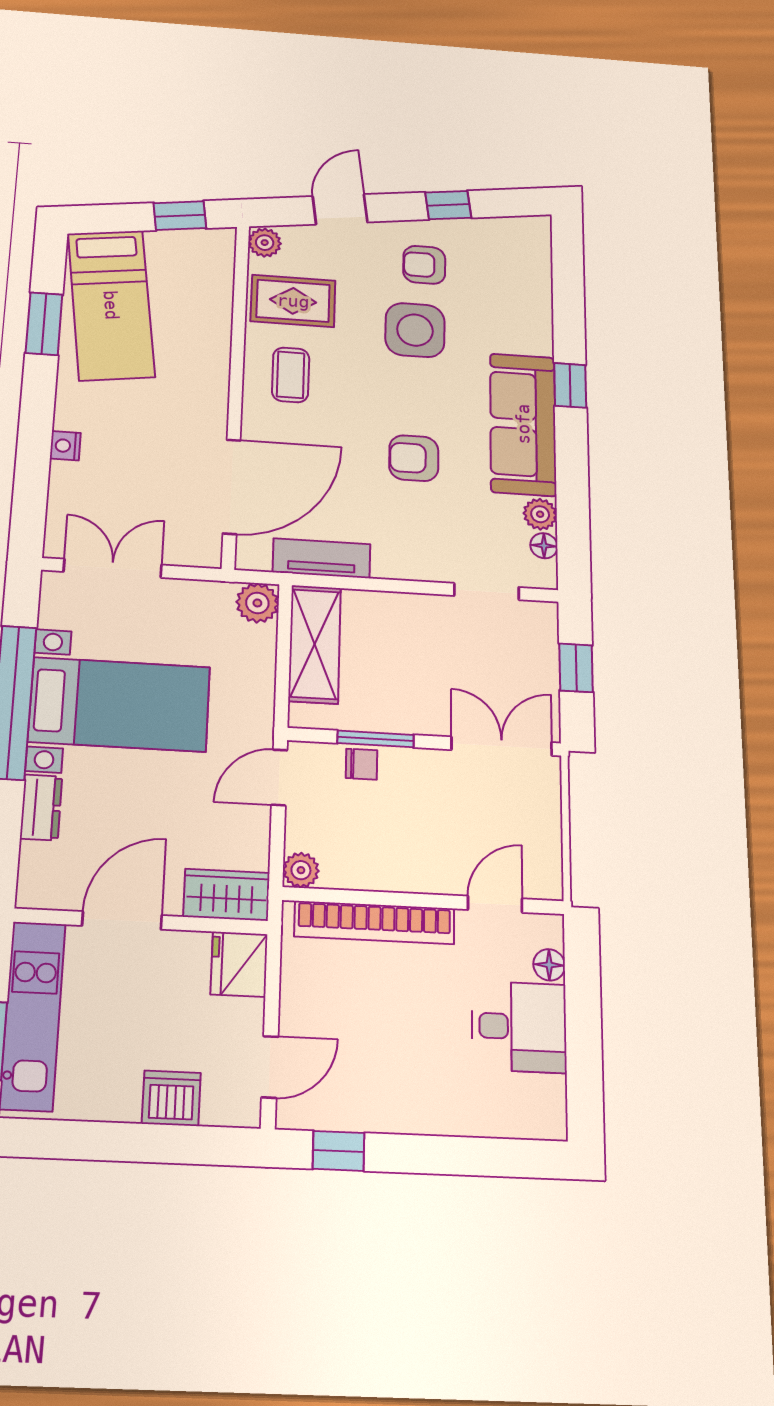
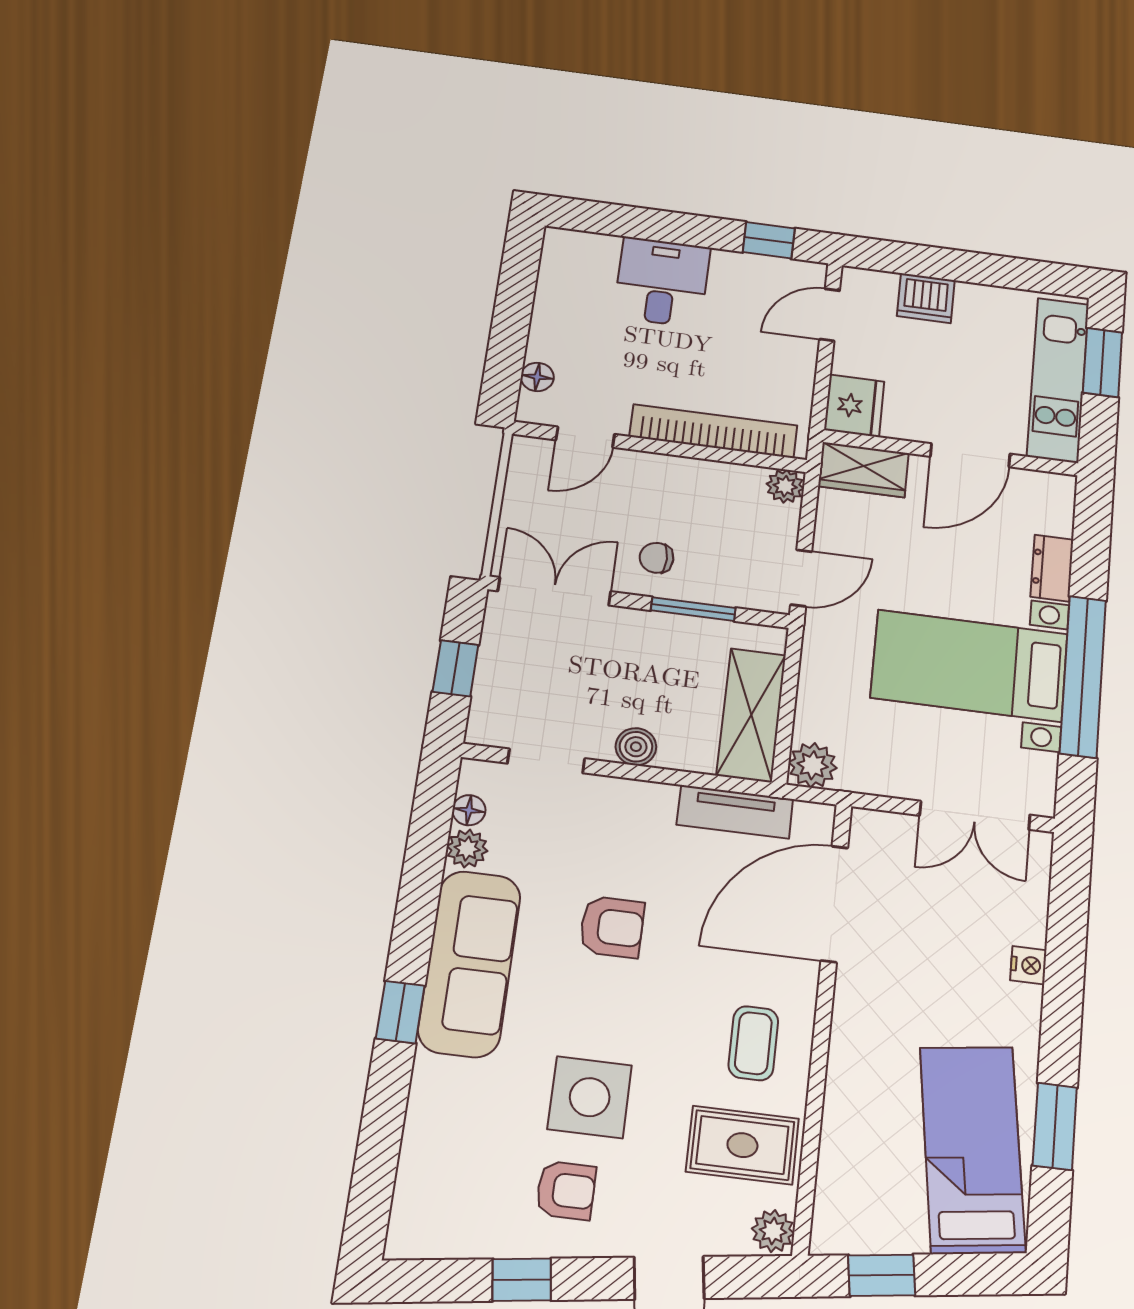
boiler: (412, 609) -> (636, 747), added
double door: (502, 746) -> (554, 591), swing flipped
chair: (362, 764) -> (656, 558), moved
desk: (519, 1027) -> (662, 282), moved, turned 90

